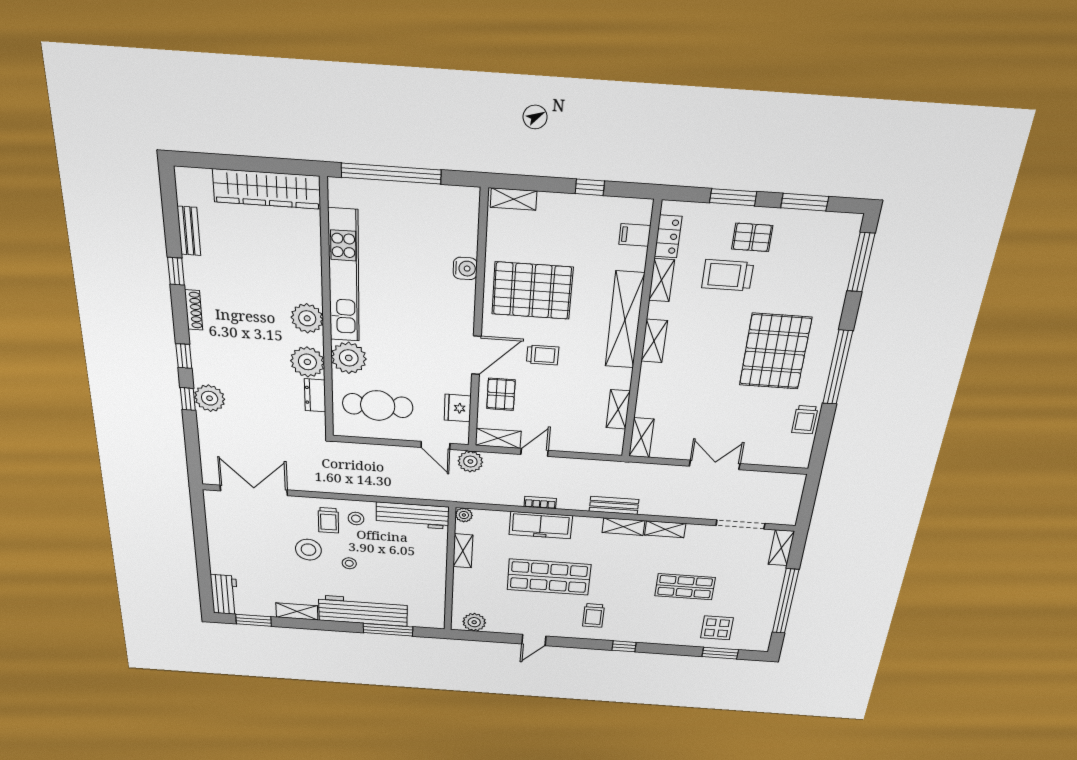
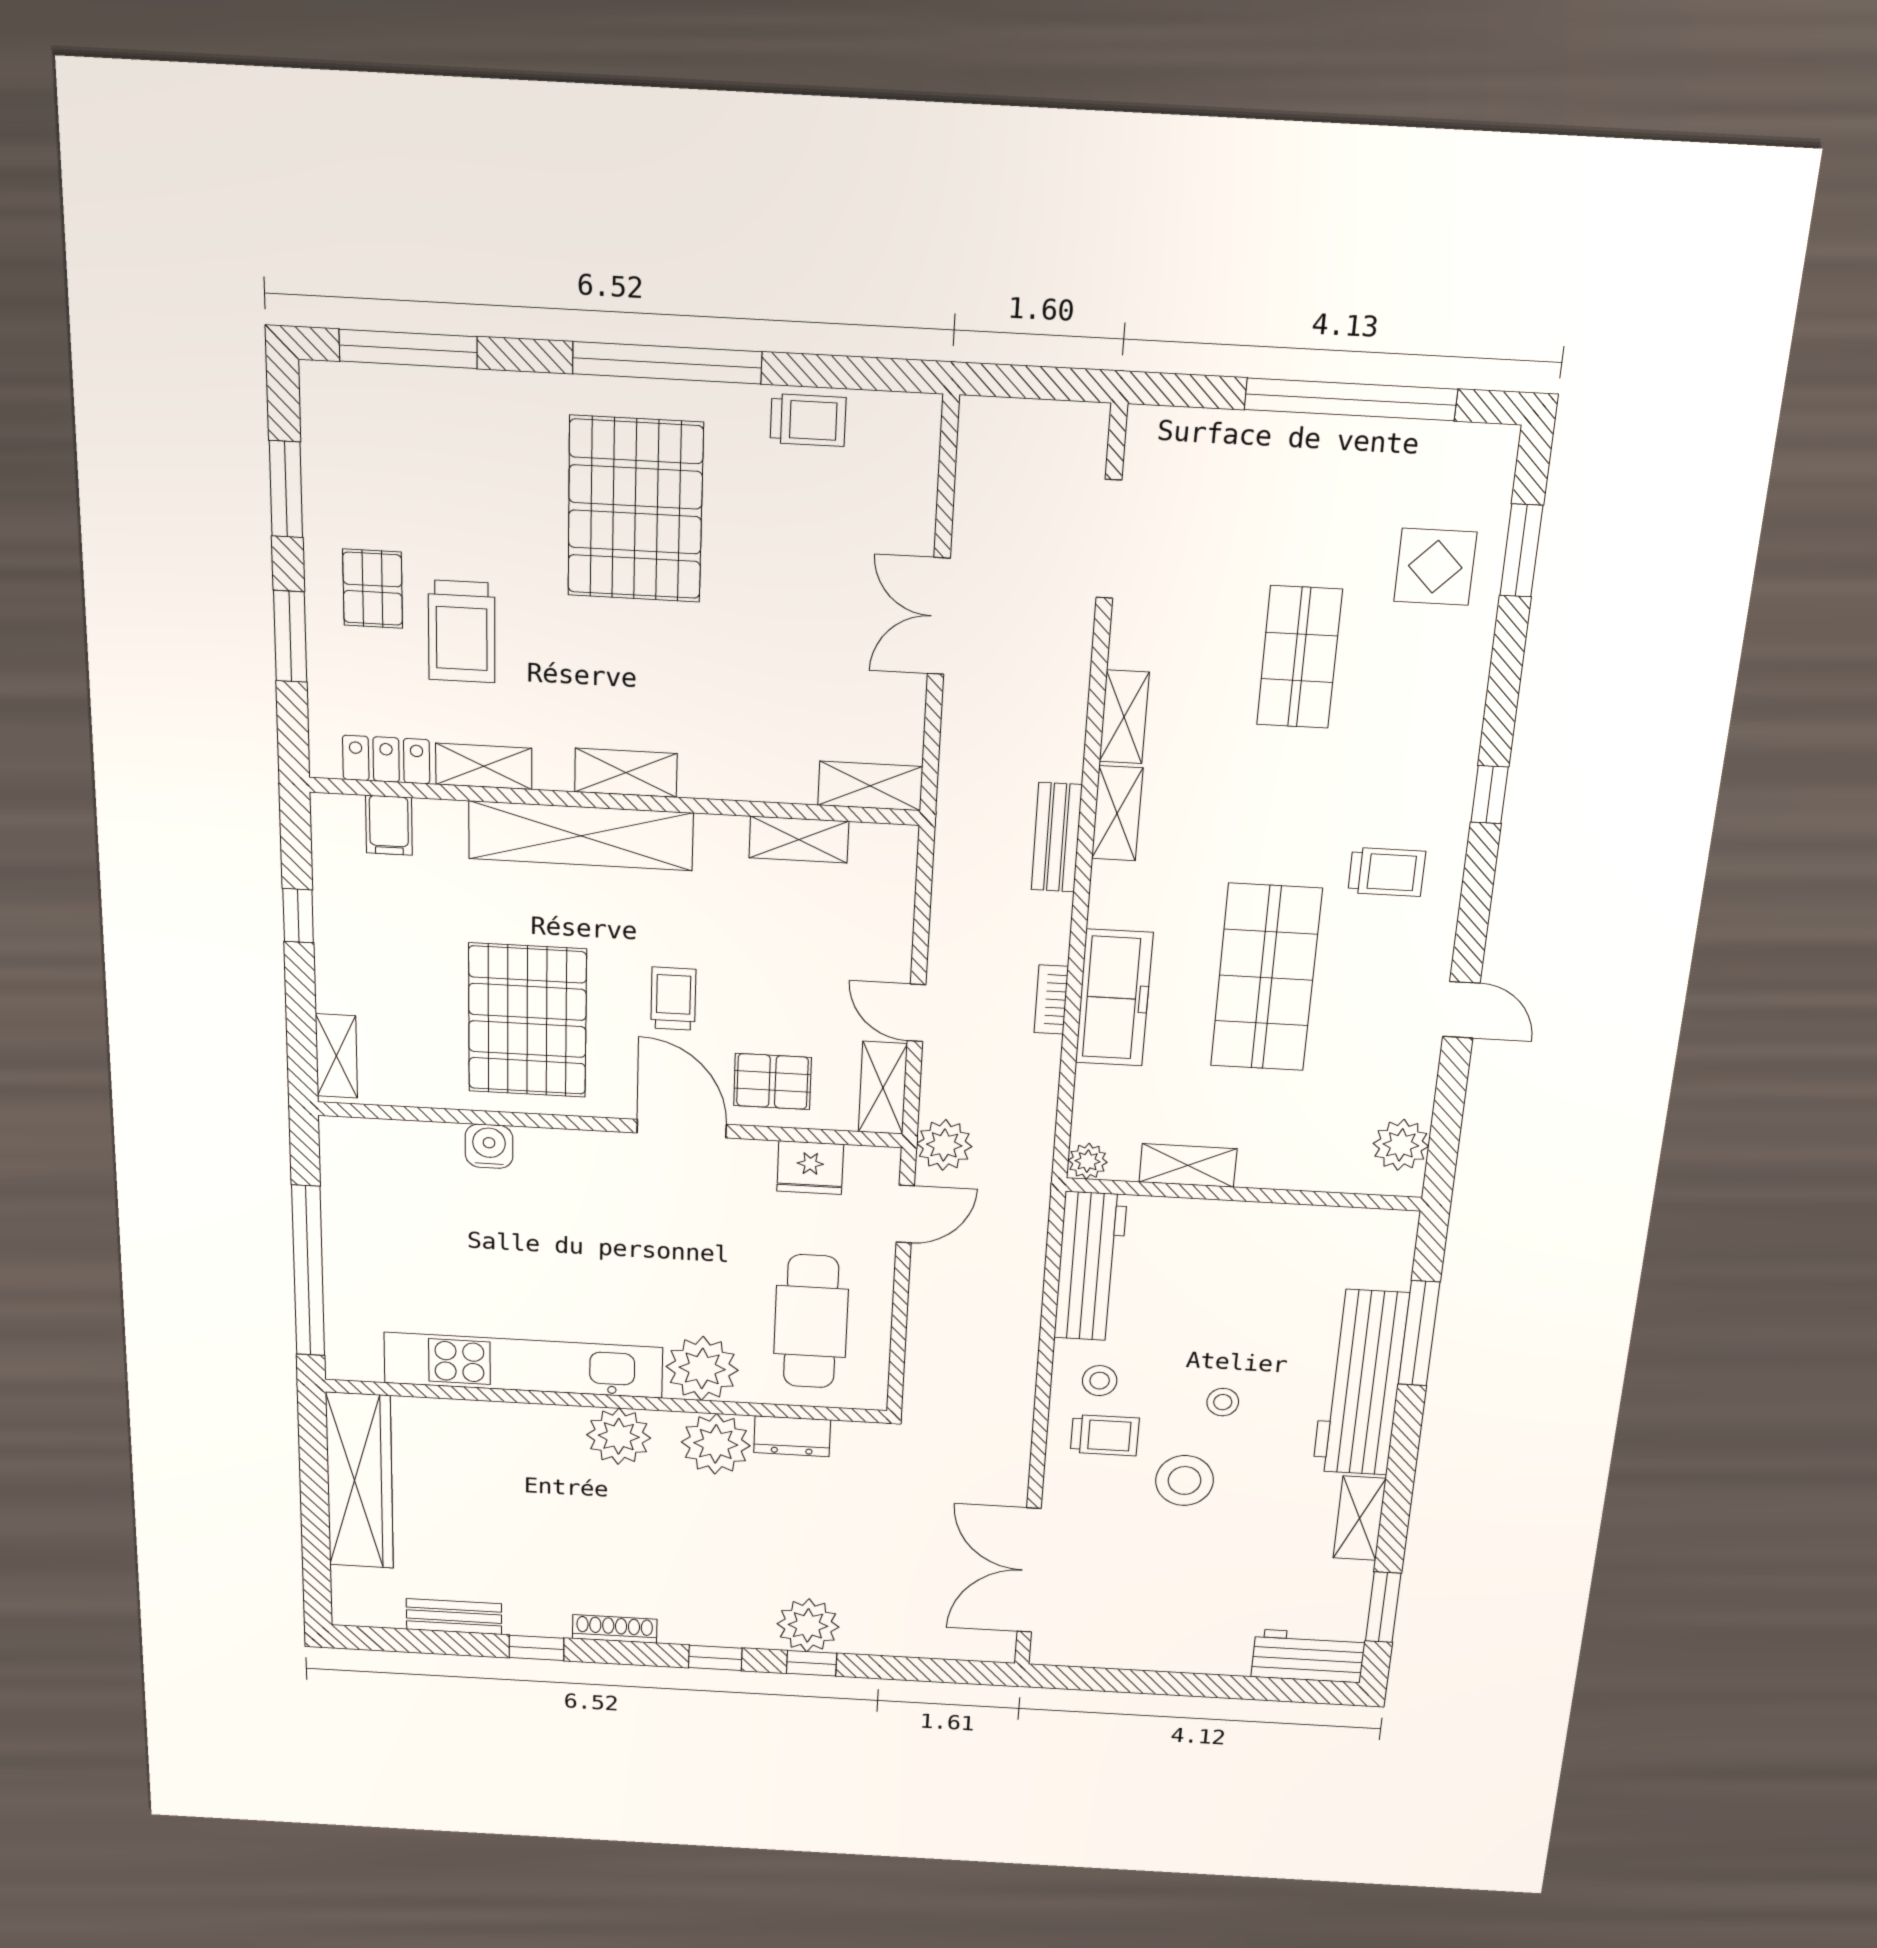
pallet: (775, 351) -> (635, 509), turned 90
shelving: (781, 548) -> (1179, 431), removed

